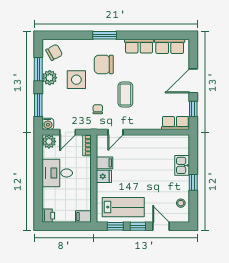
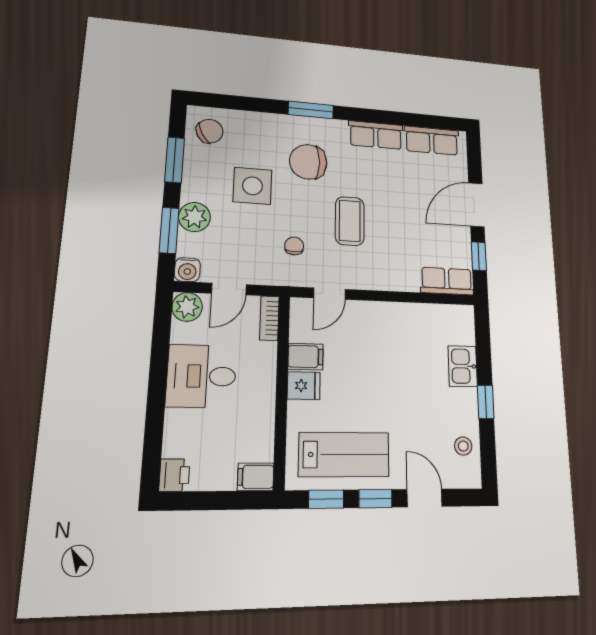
plant: (50, 78) -> (194, 217), moved

